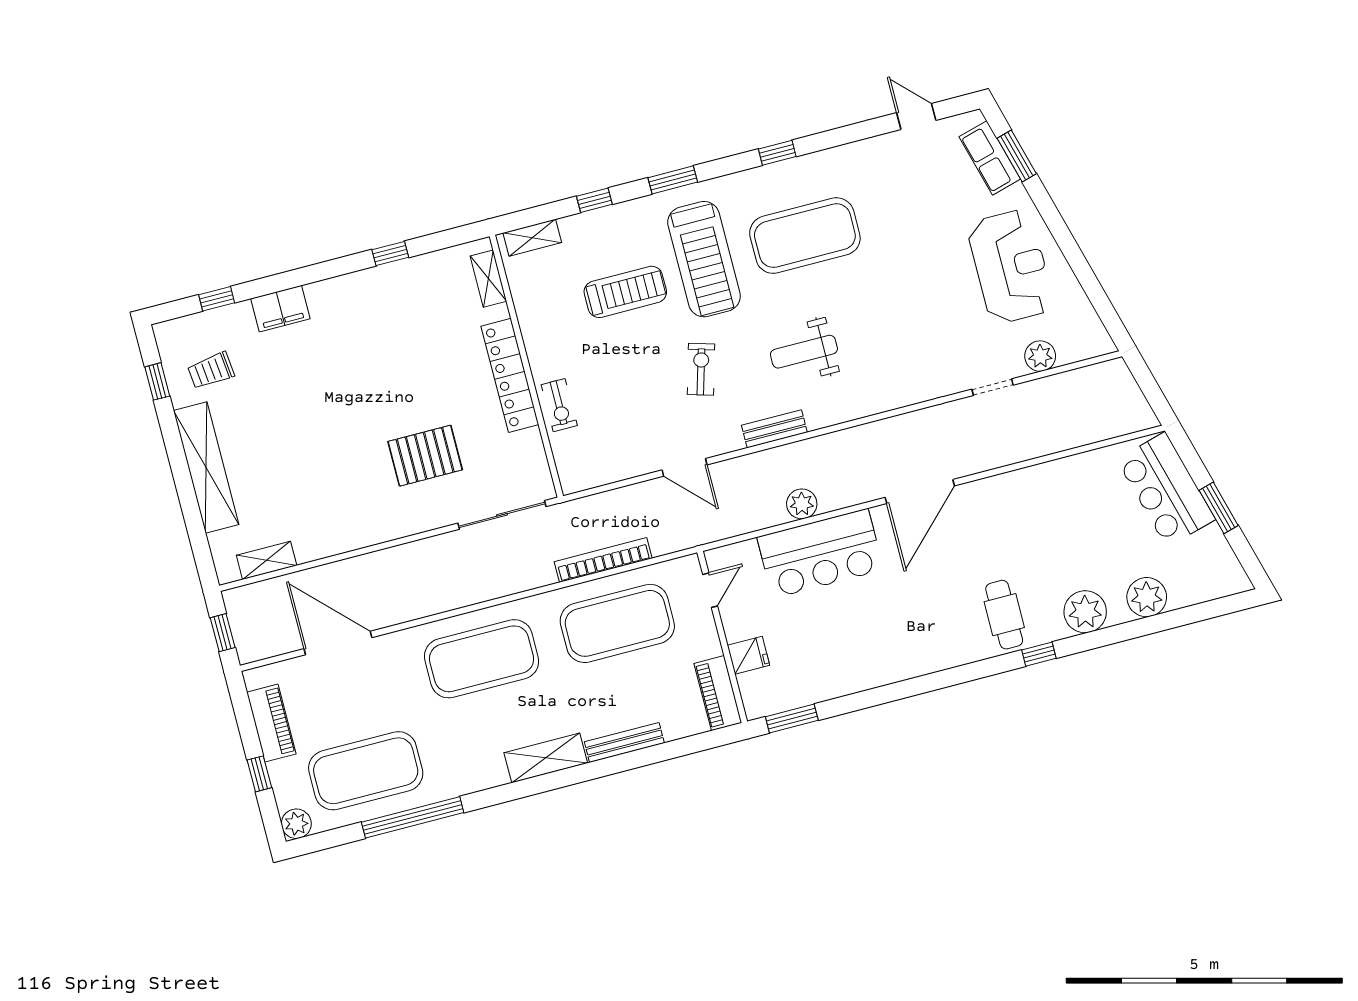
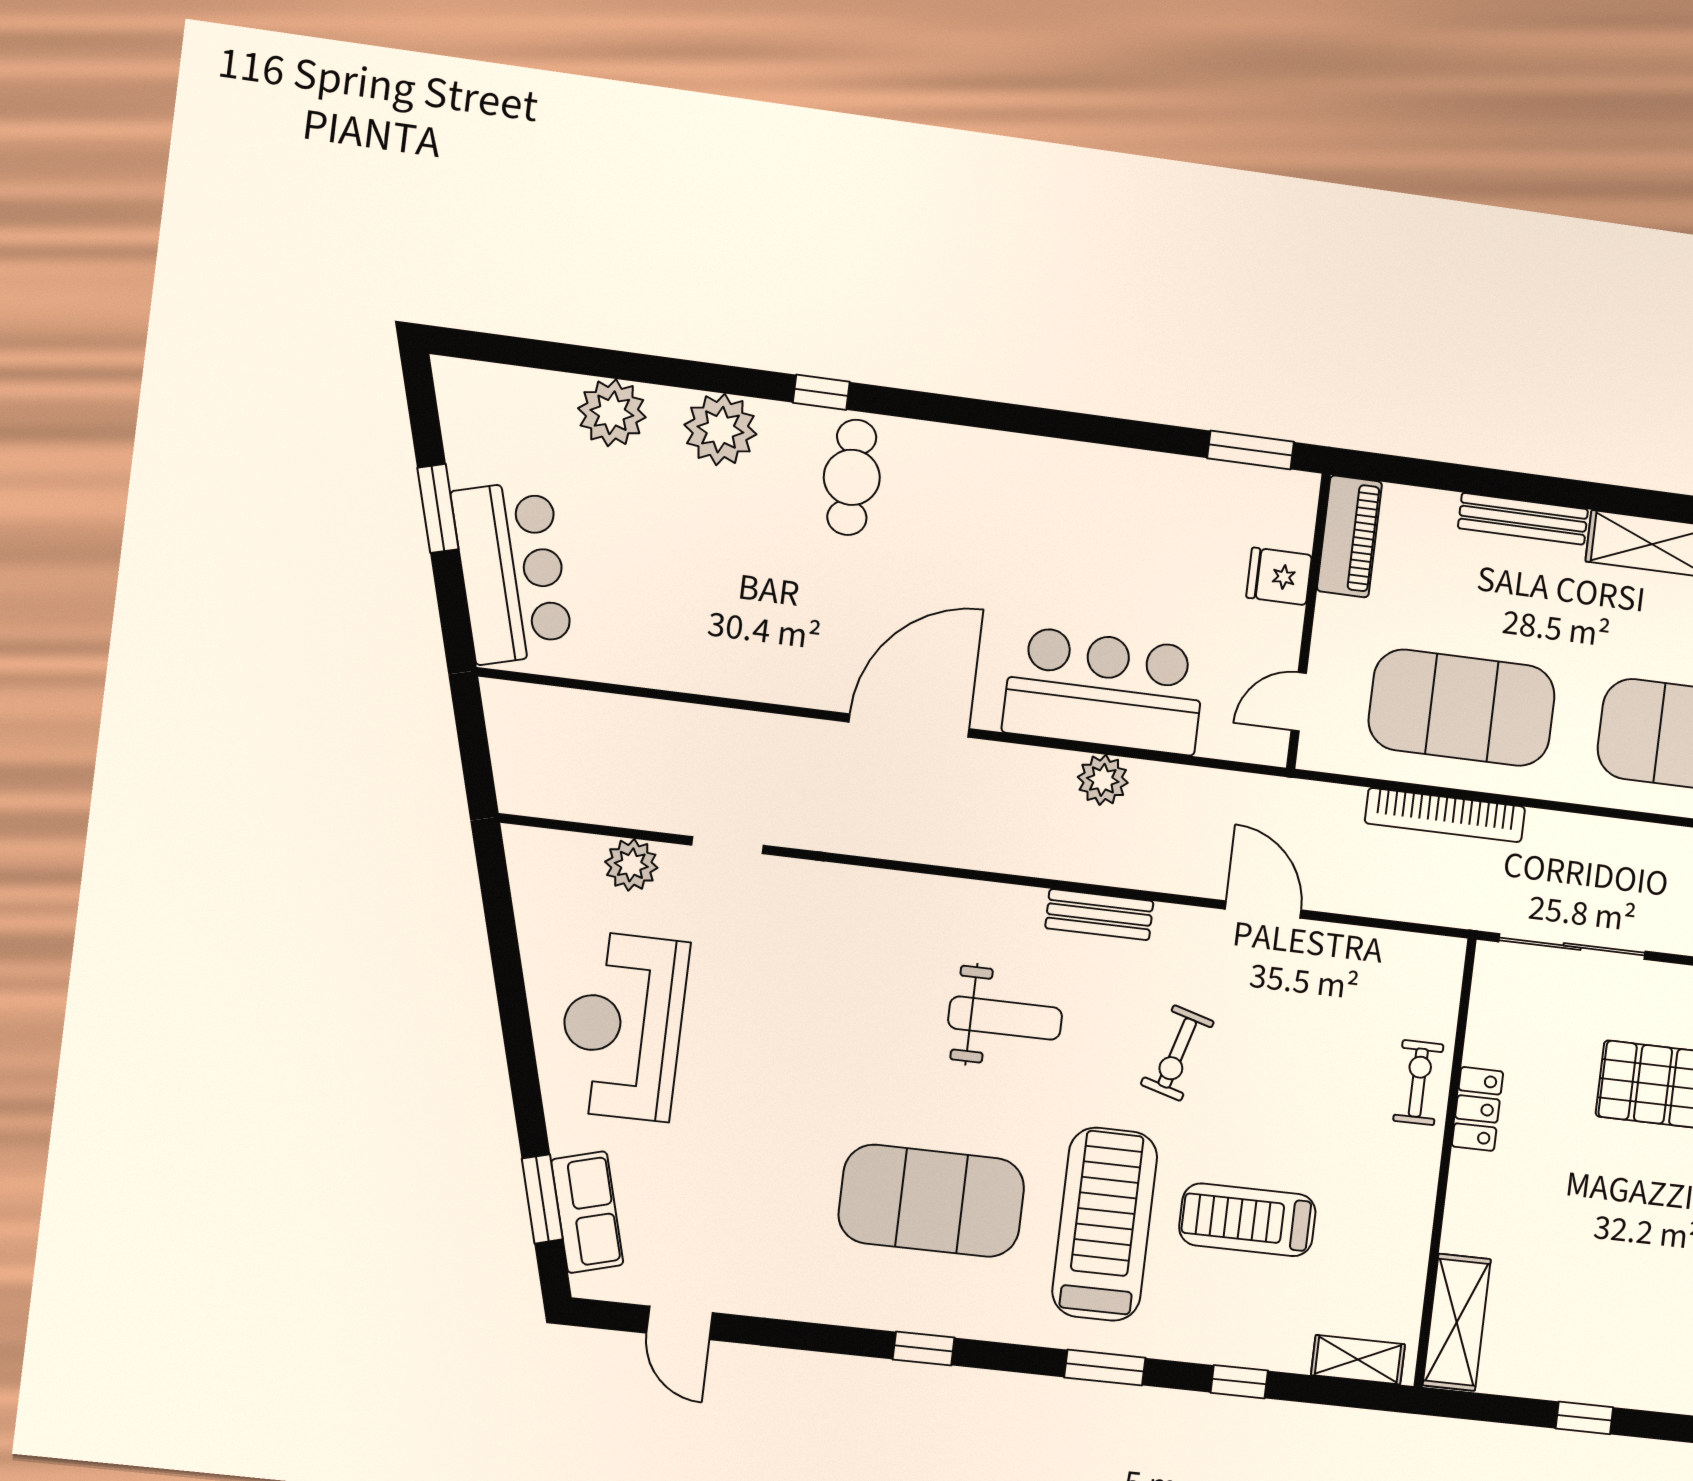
shelving: (488, 279) -> (1457, 1322), width x1.50, depth x1.33
locker: (510, 375) -> (1477, 1109), width x0.46, depth x0.83

